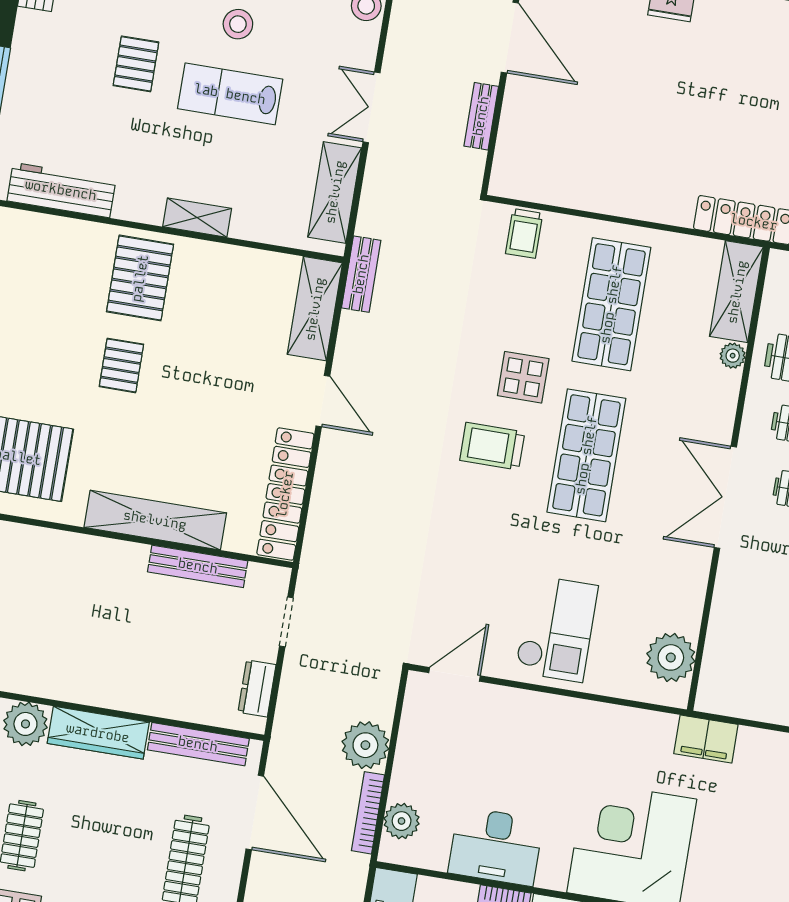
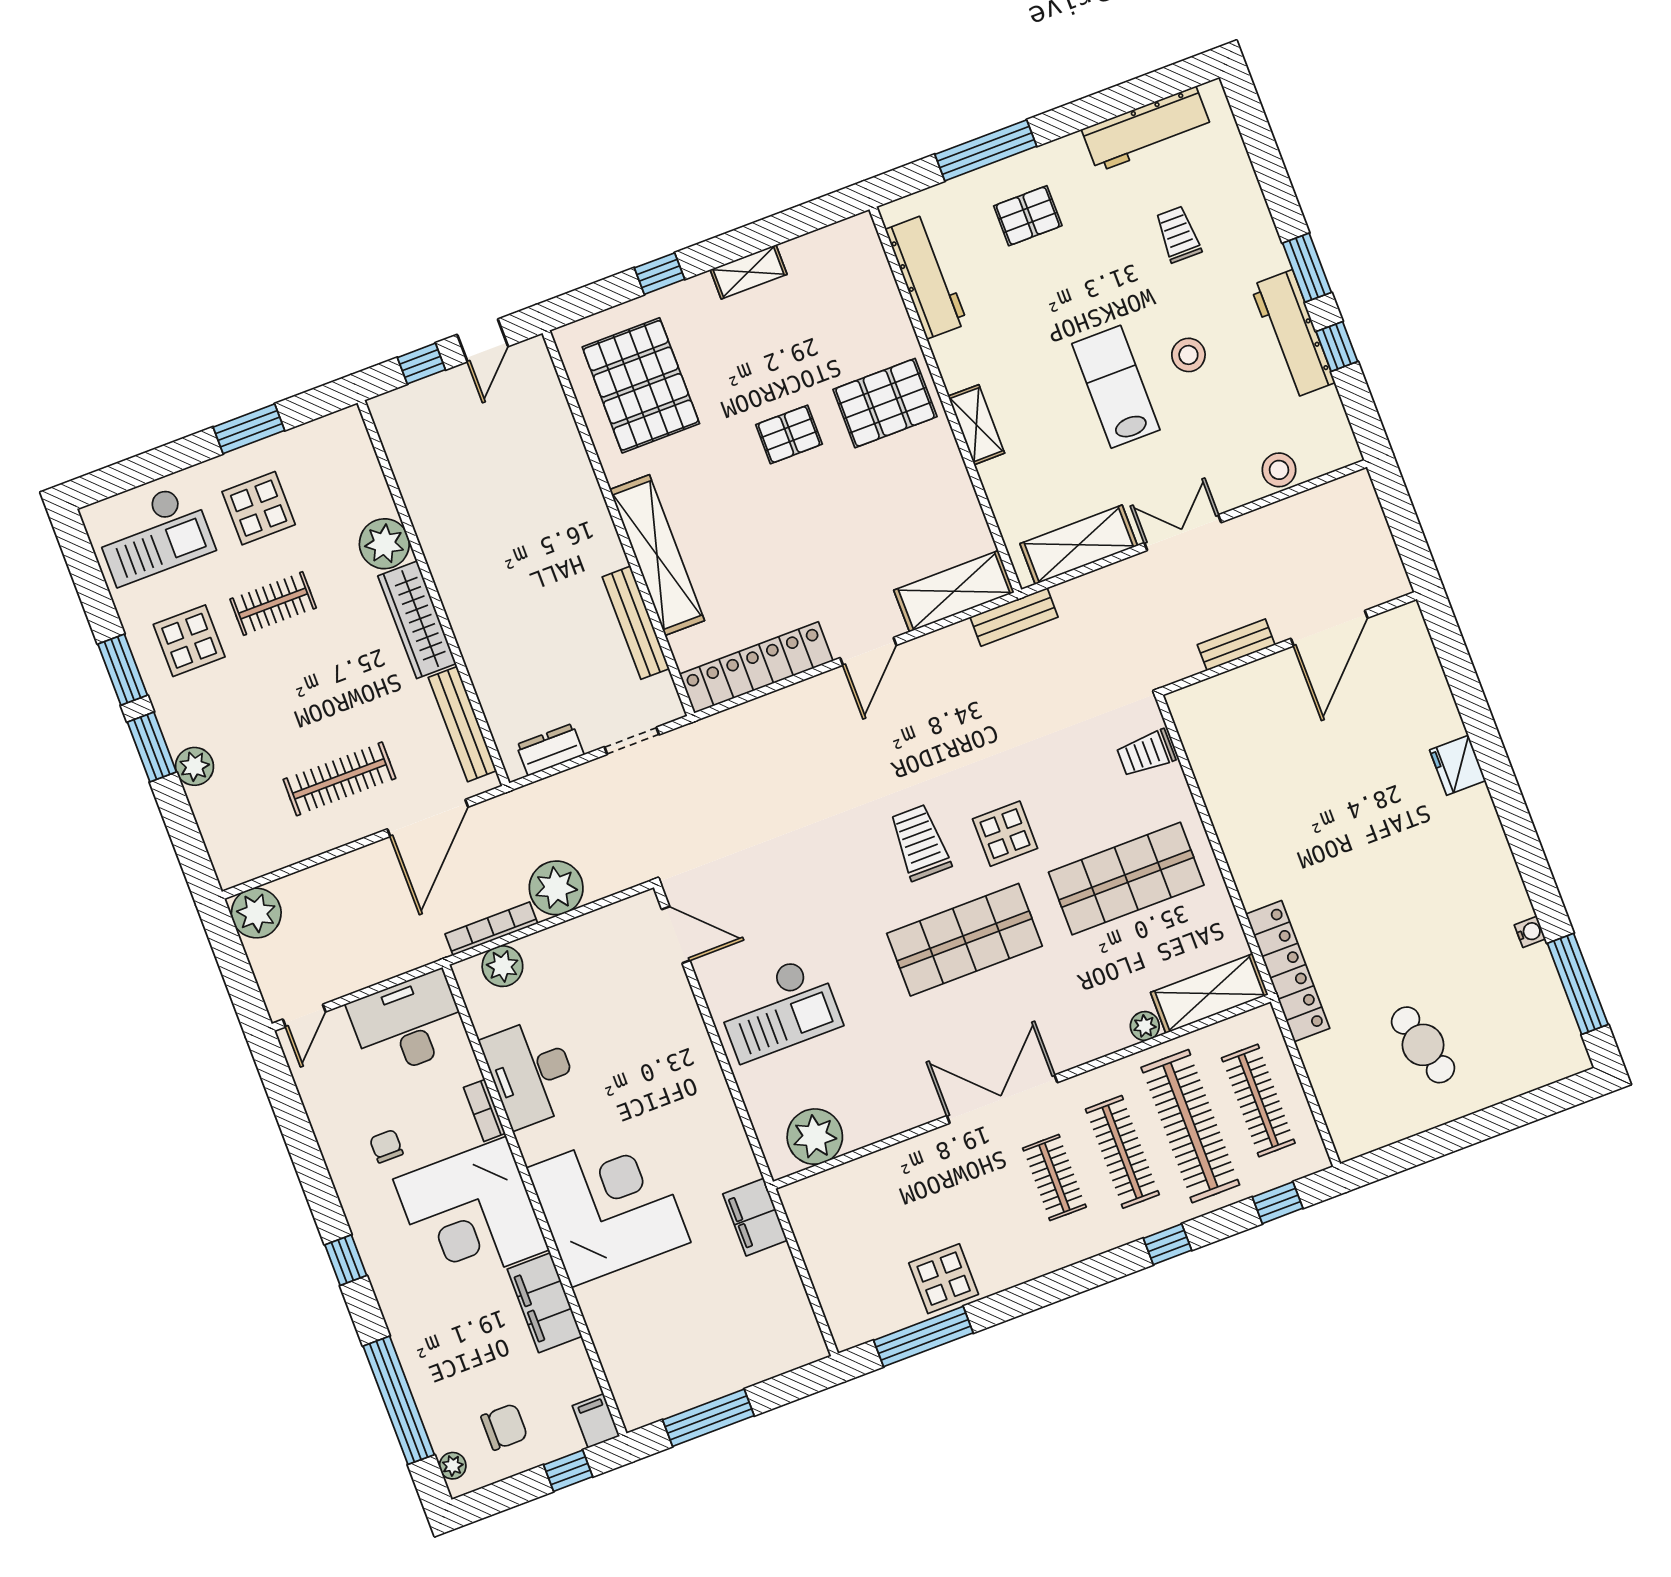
pallet: (136, 64) -> (1028, 216), moved

